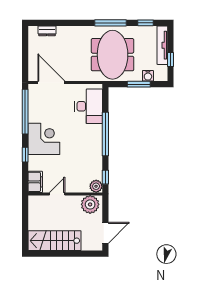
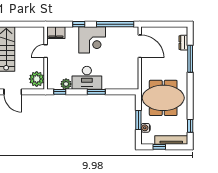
window: (111, 23) -> (190, 59), moved
door: (51, 83) -> (140, 46), hinge flipped
desk: (89, 106) -> (87, 78), moved
window: (105, 134) -> (96, 92), width x0.47
plant: (96, 186) -> (66, 84), moved
door: (57, 194) -> (46, 51), swing flipped

